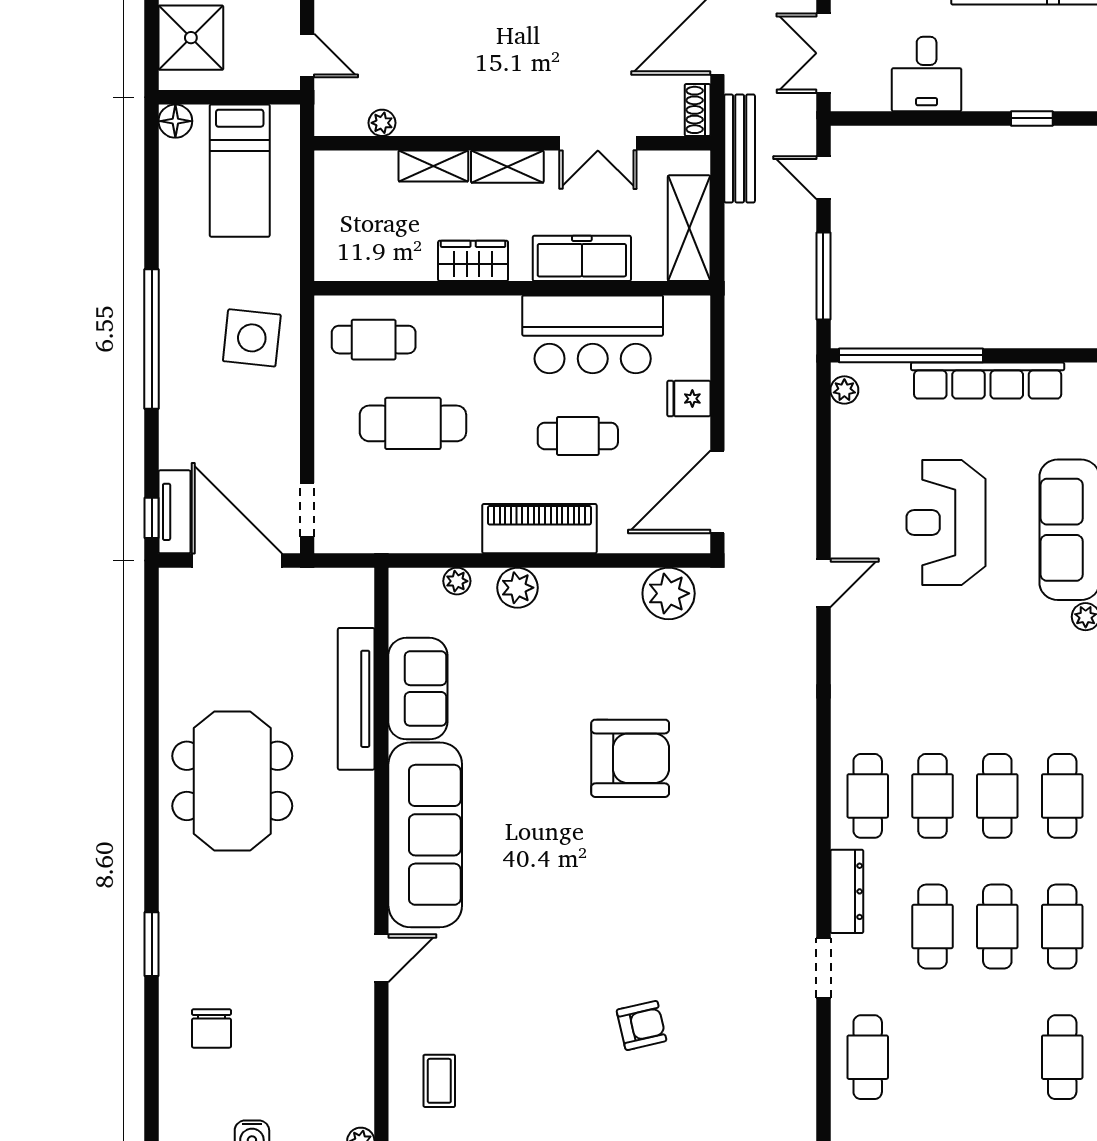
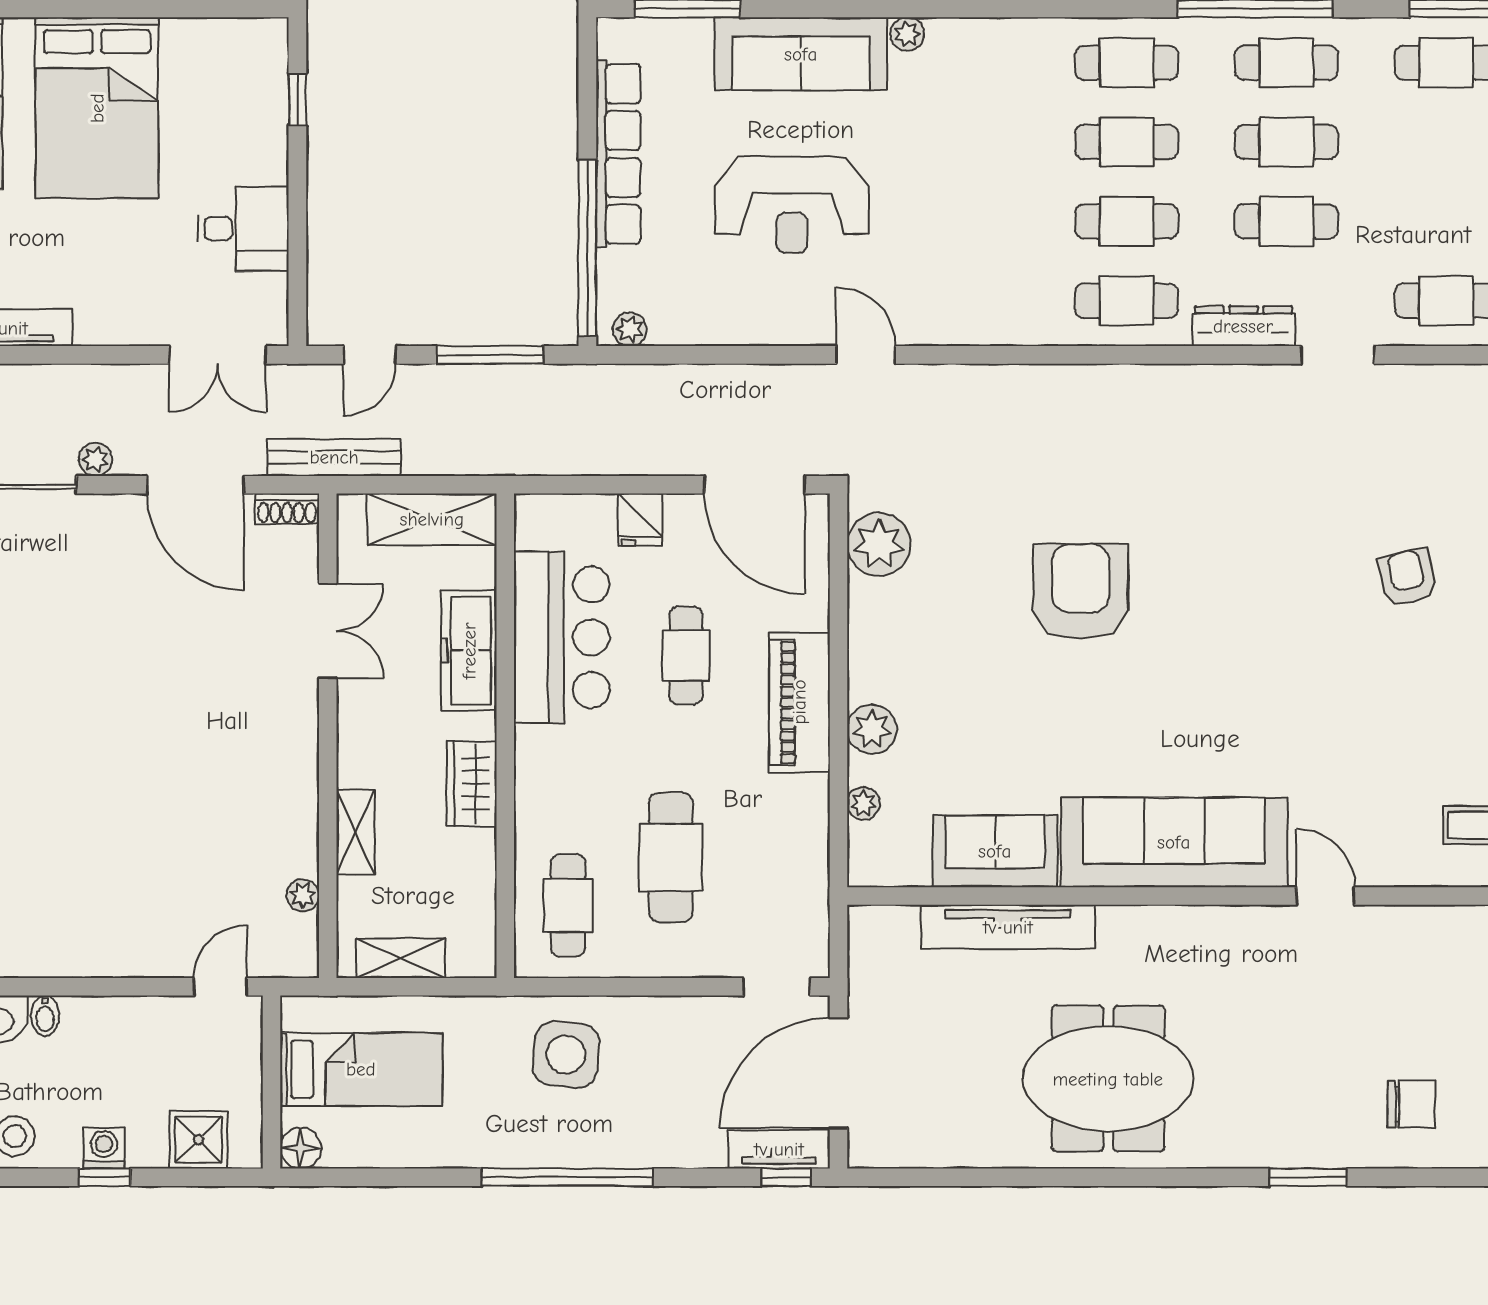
shower: (191, 38) -> (199, 1140), width x0.73, depth x0.73
shelving: (507, 167) -> (401, 958), moved, turned 90

